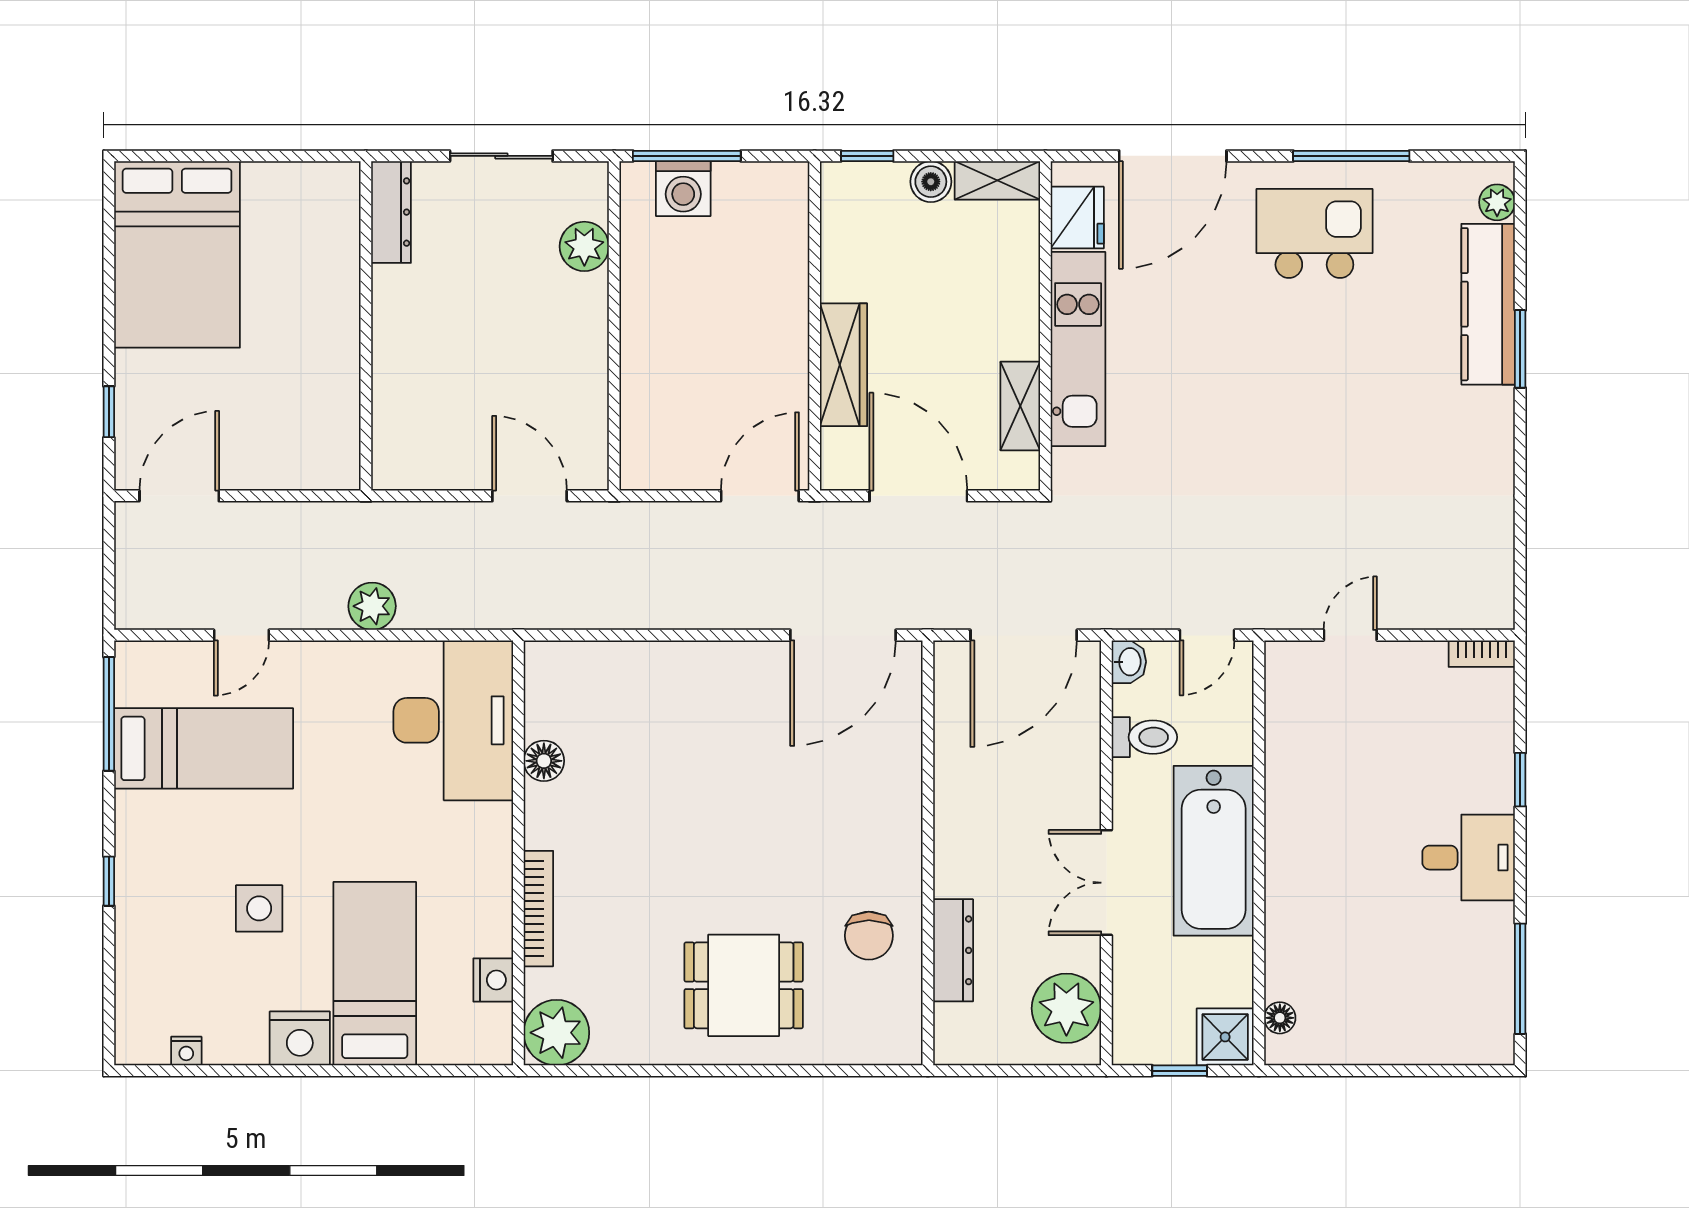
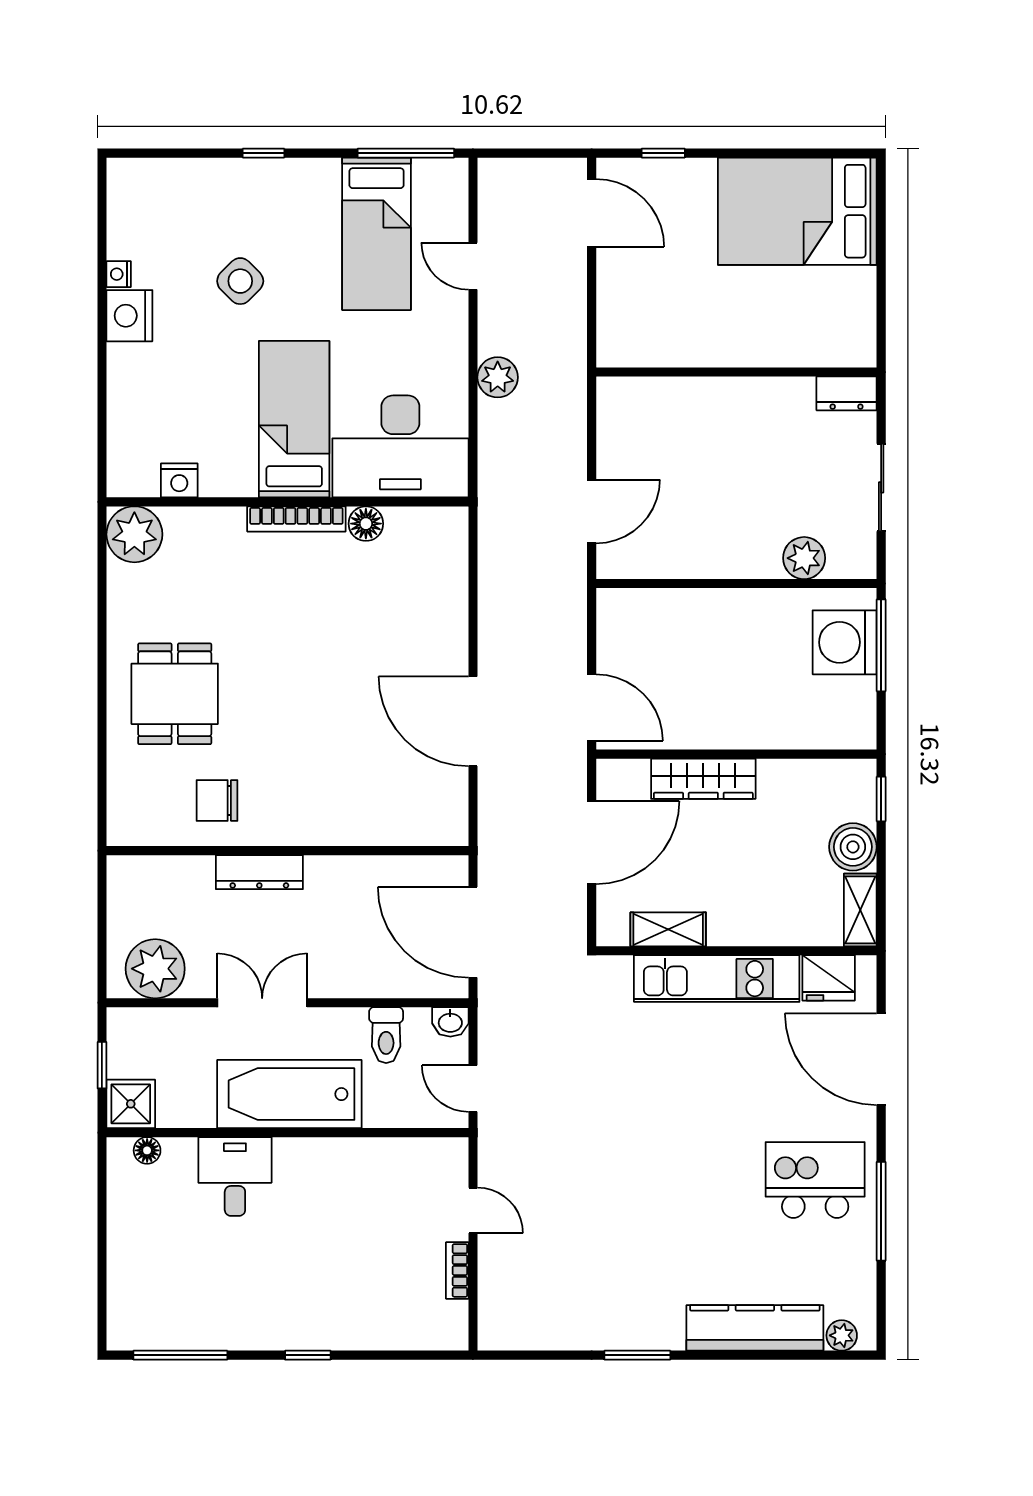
boiler: (931, 182) -> (853, 847), width x1.36, depth x1.36
washing machine: (683, 189) -> (845, 642), width x1.37, depth x1.37
dresser: (391, 212) -> (847, 393), width x0.70
kitchen island: (1314, 233) -> (815, 1180), turned -90
window: (1520, 349) -> (637, 1355), moved
door: (843, 635) -> (473, 721), moved
bookcase: (1482, 654) -> (457, 1270), moved
window: (1520, 780) -> (308, 1355), moved
desk: (1469, 858) -> (235, 1176), moved, turned 180
side table: (259, 908) -> (240, 281), turned 45
bookcase: (538, 909) -> (296, 519), moved
dresser: (953, 950) -> (259, 872), moved
bed: (375, 974) -> (294, 419), moved, turned -90
nightstand: (186, 1051) -> (119, 274), moved

